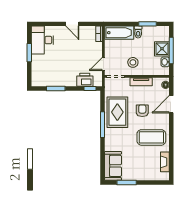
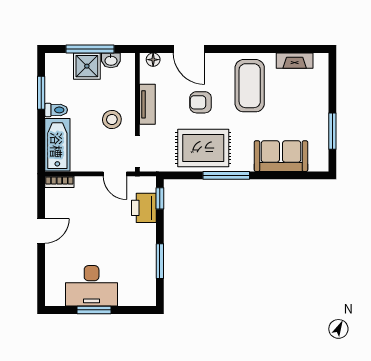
desk: (42, 40) -> (92, 286), moved
sofa: (113, 166) -> (281, 156), moved

